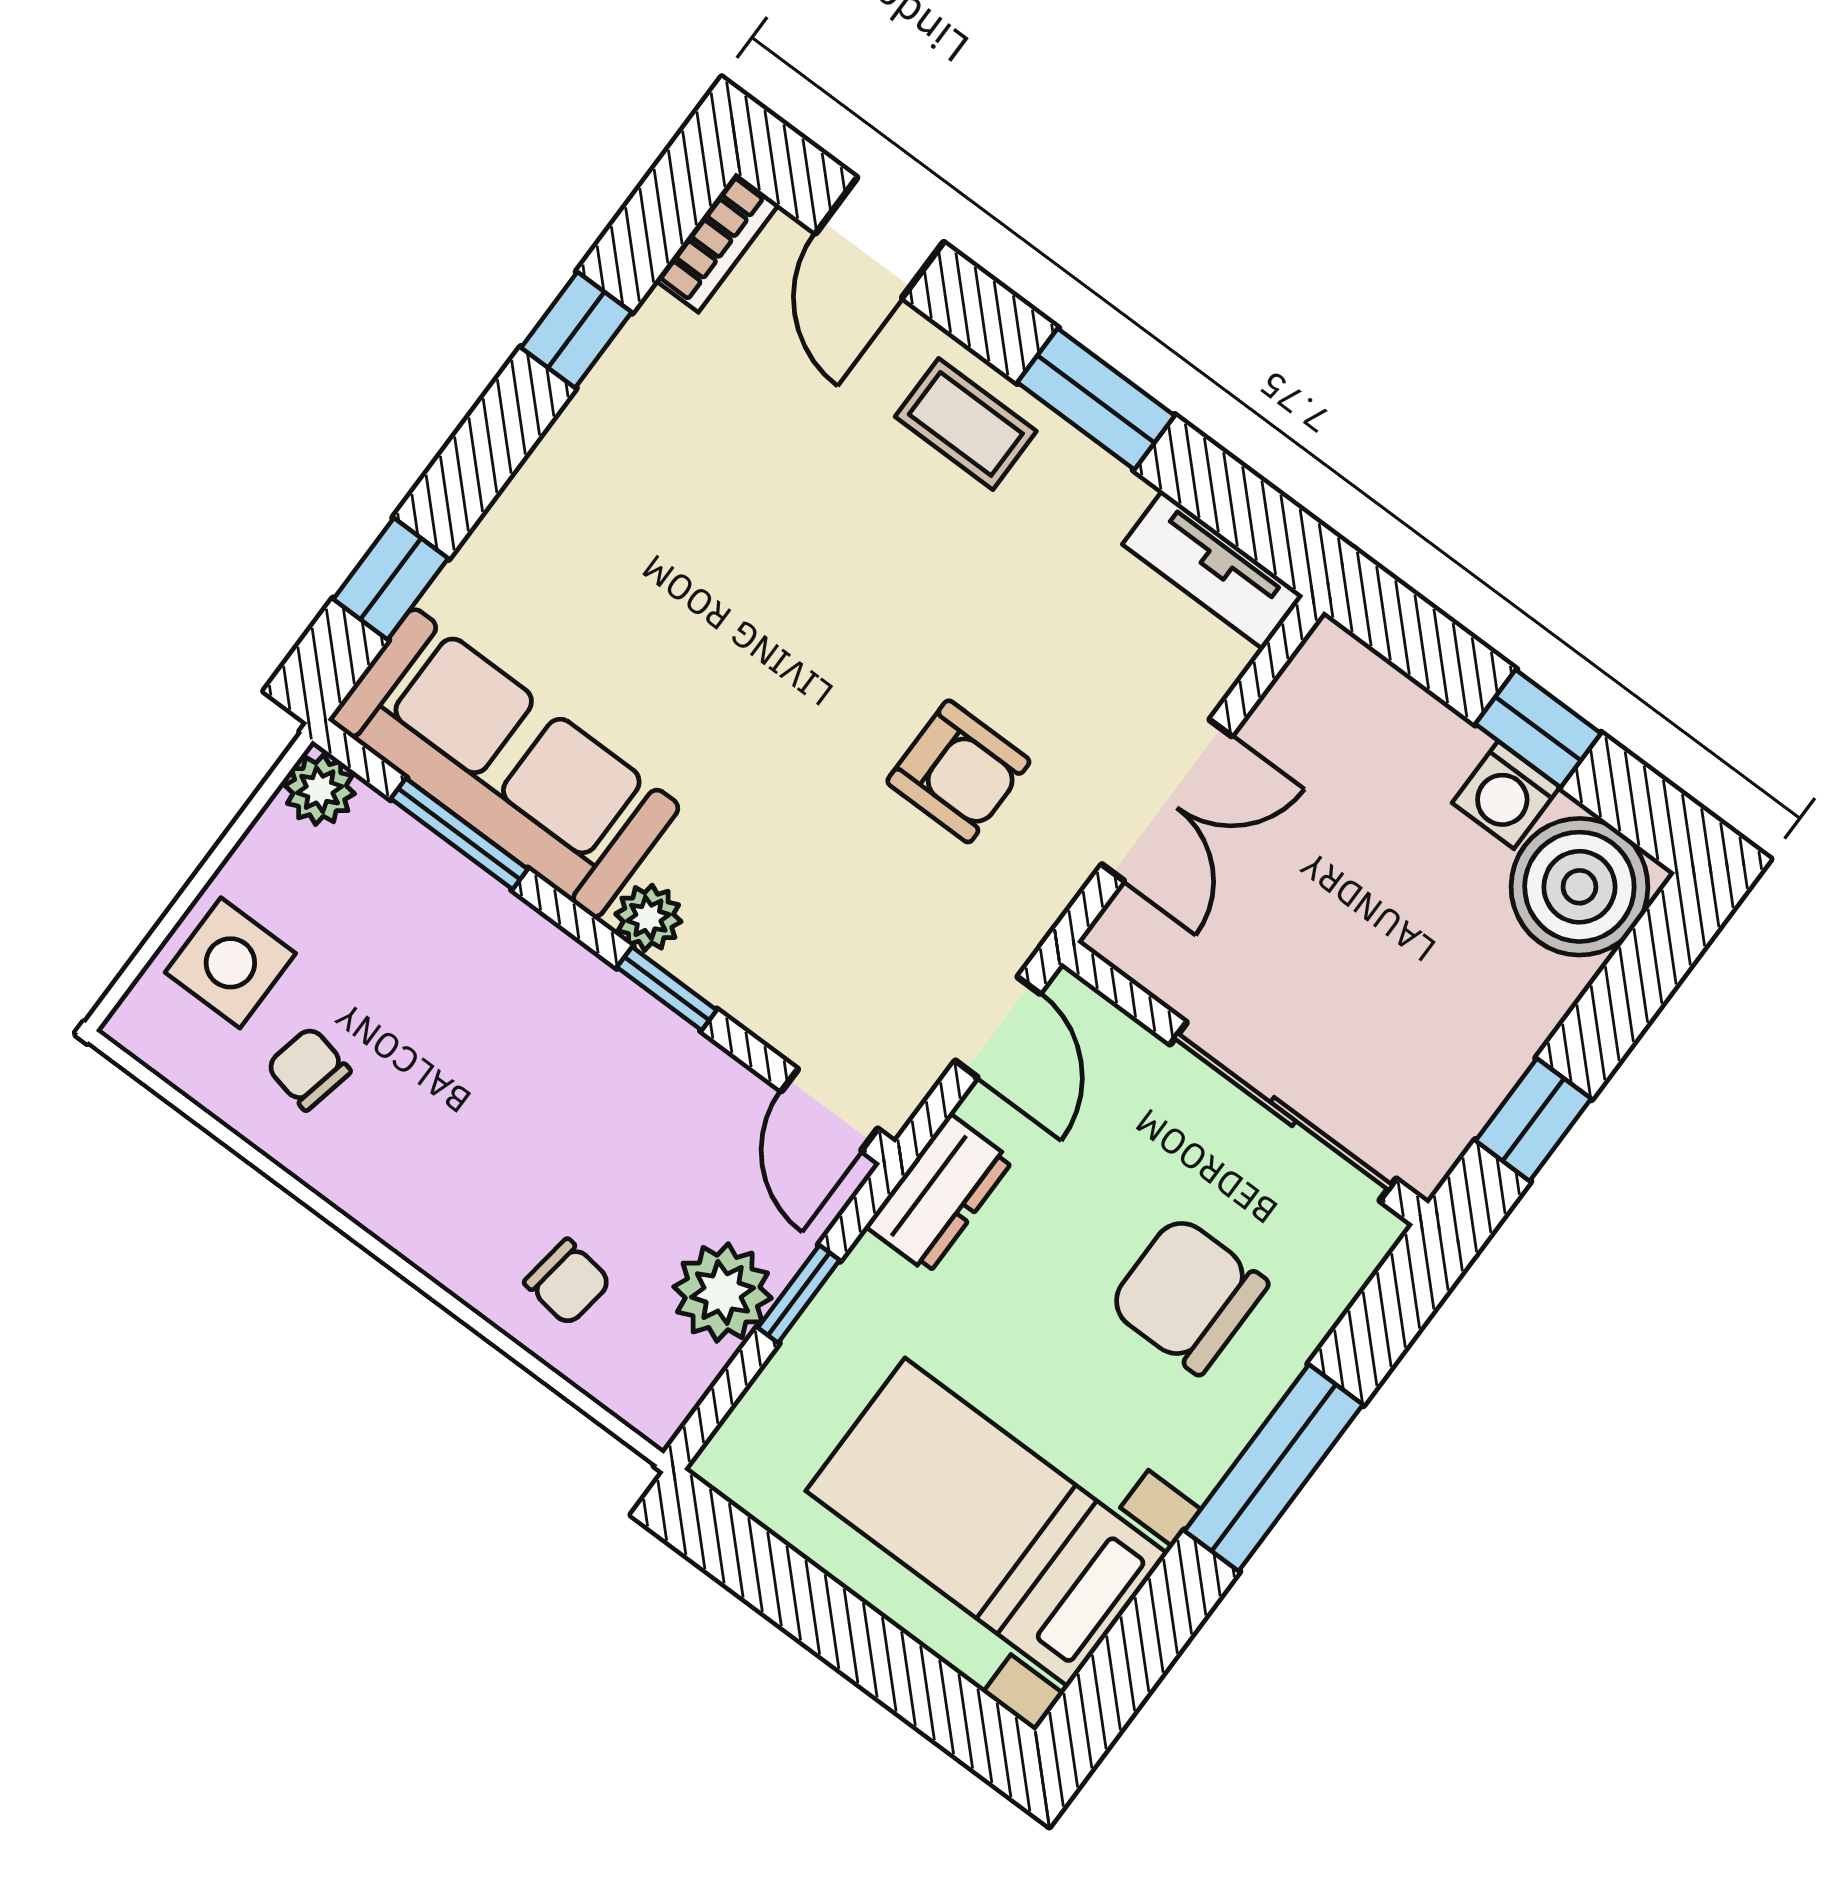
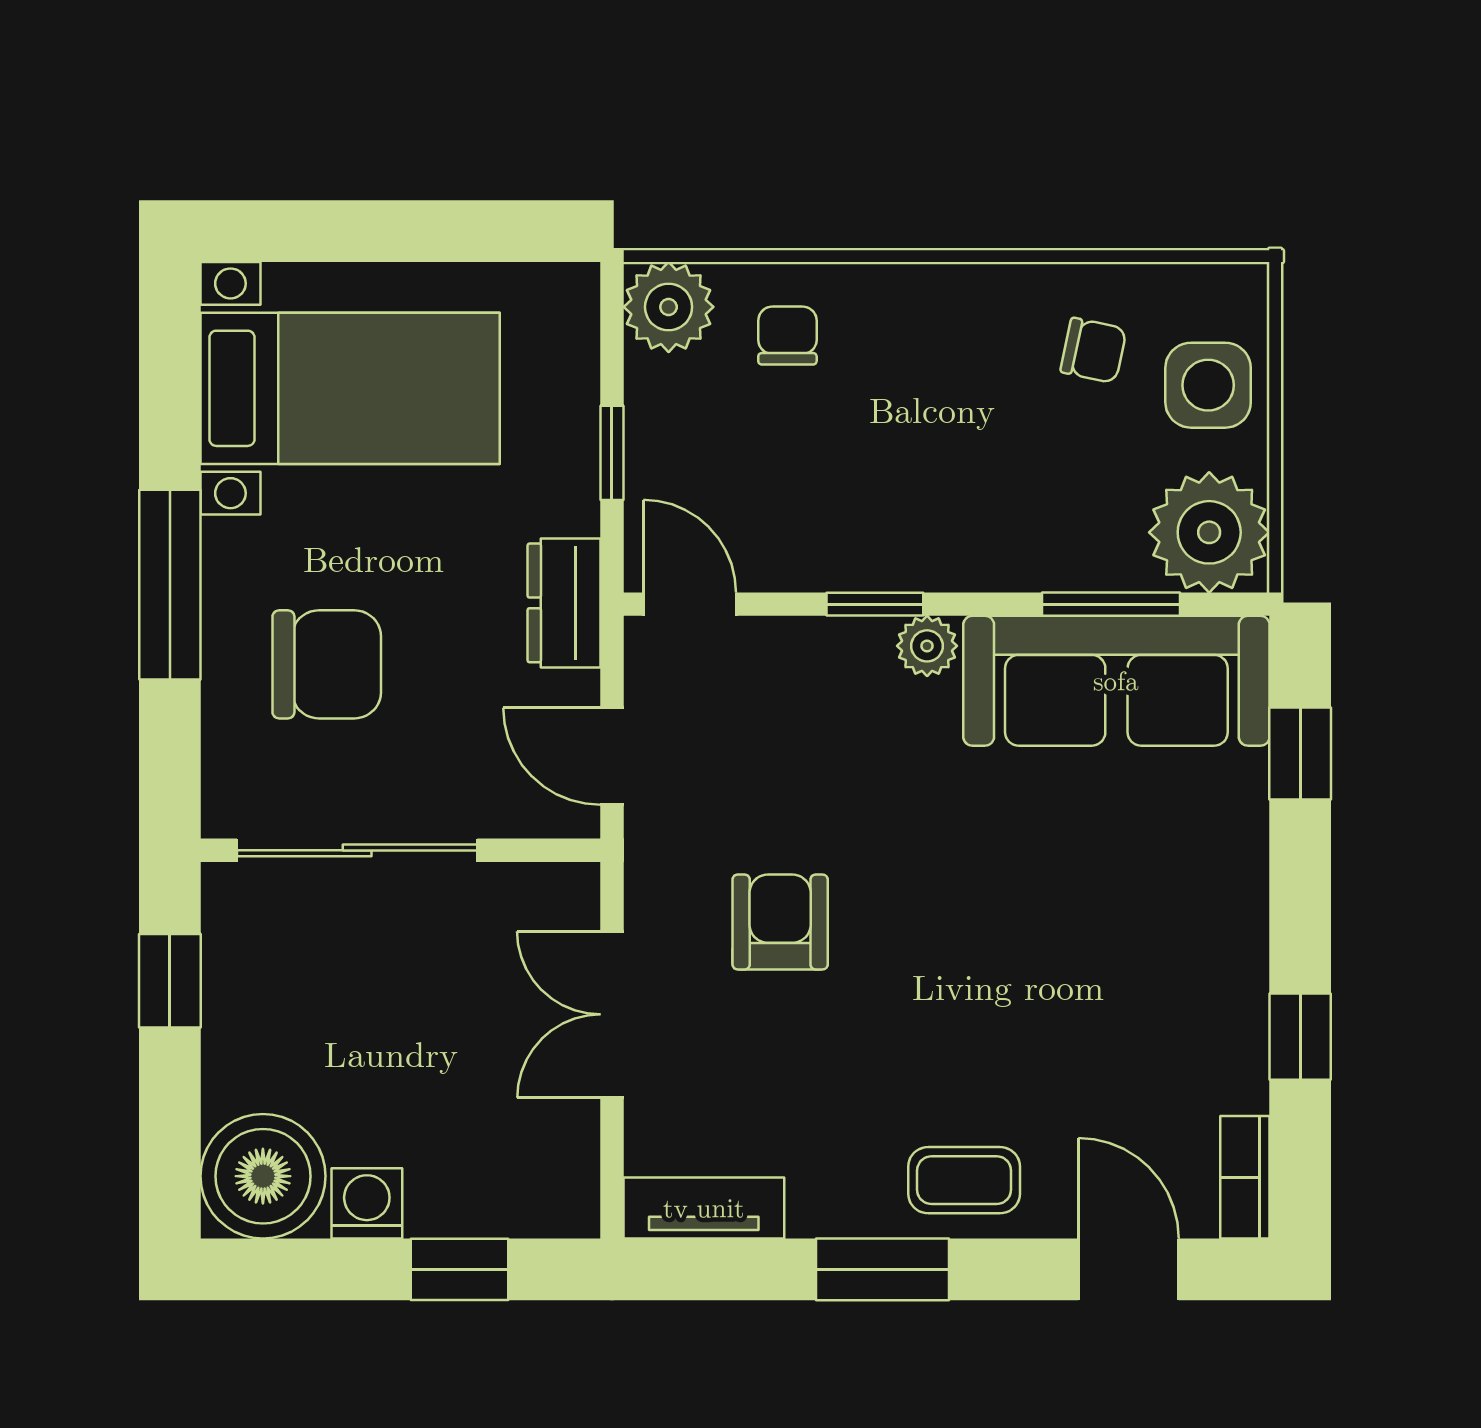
window: (1538, 729) -> (459, 1269), moved
armchair: (958, 771) -> (780, 922), turned 90
plant: (320, 790) -> (1209, 532), width x1.87, depth x1.87
chair: (568, 1282) -> (787, 336), turned 82
plant: (723, 1292) -> (669, 307), moved

